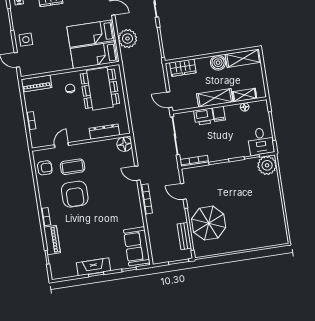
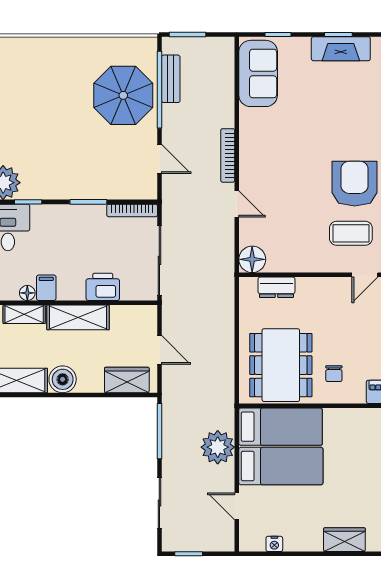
door: (169, 100) -> (159, 350), moved
filing cabinet: (219, 114) -> (46, 288), moved
dresser: (104, 132) -> (276, 287), width x0.70

